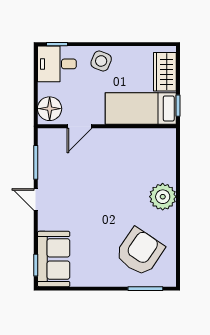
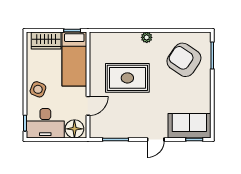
desk: (57, 64) -> (45, 123), width x1.37
door: (79, 126) -> (88, 106), hinge flipped
rug: (116, 178) -> (127, 78), added
plant: (163, 197) -> (147, 37), width x0.53, depth x0.53
door: (36, 200) -> (156, 139), moved

